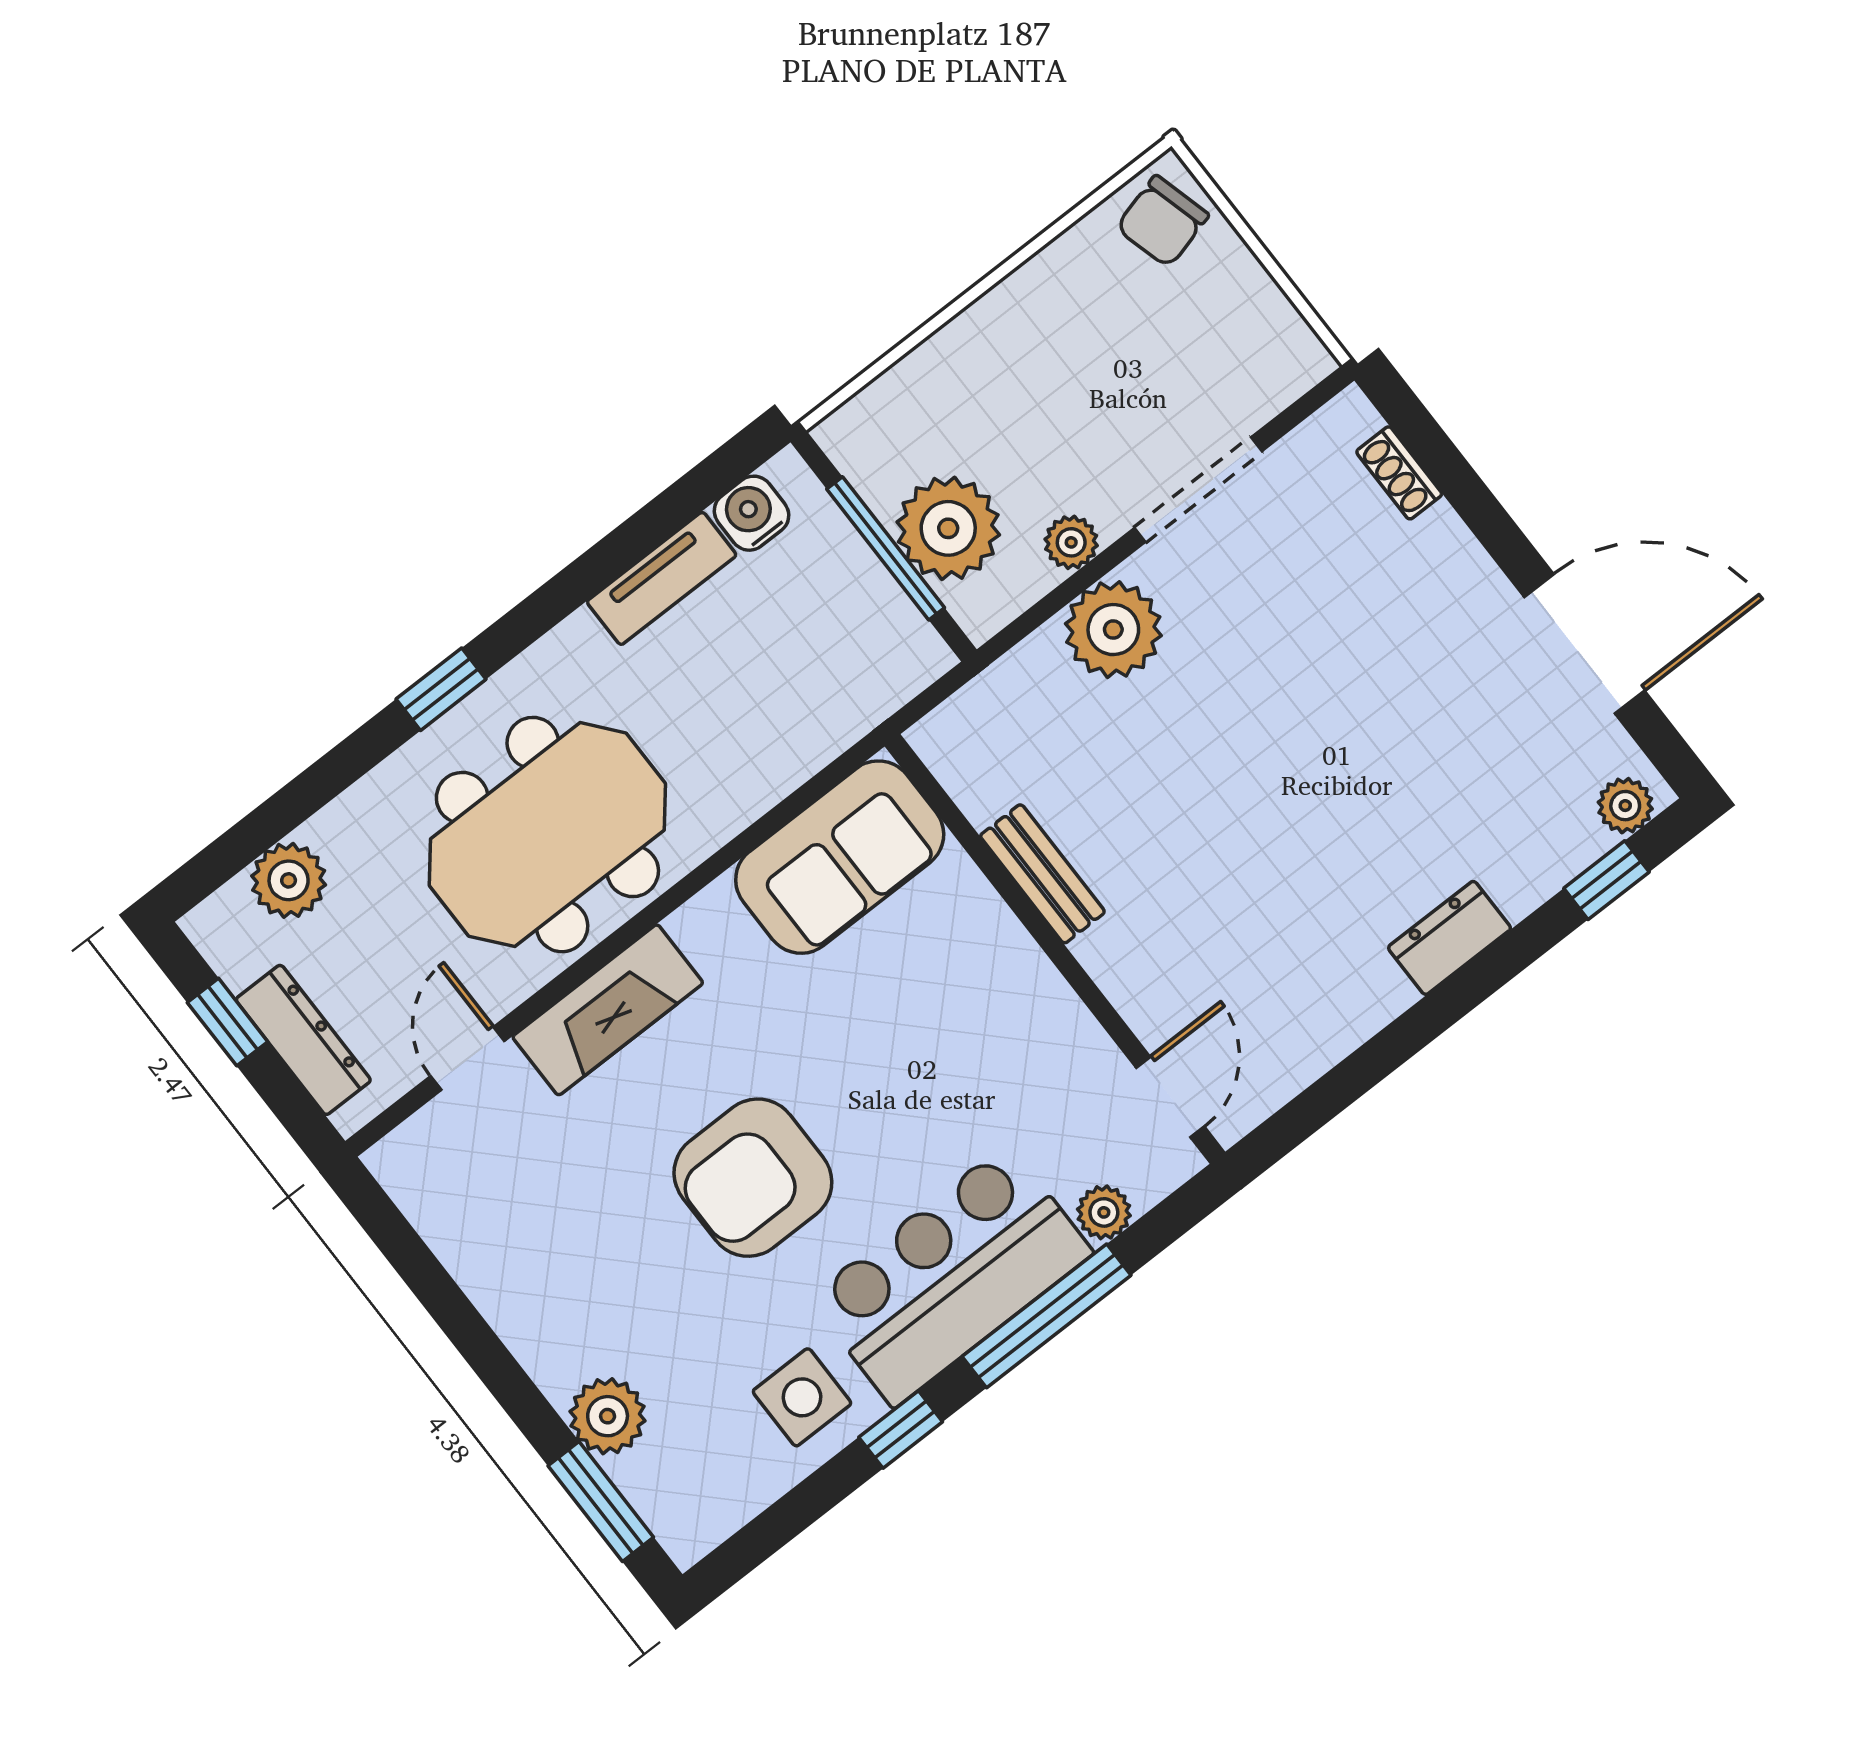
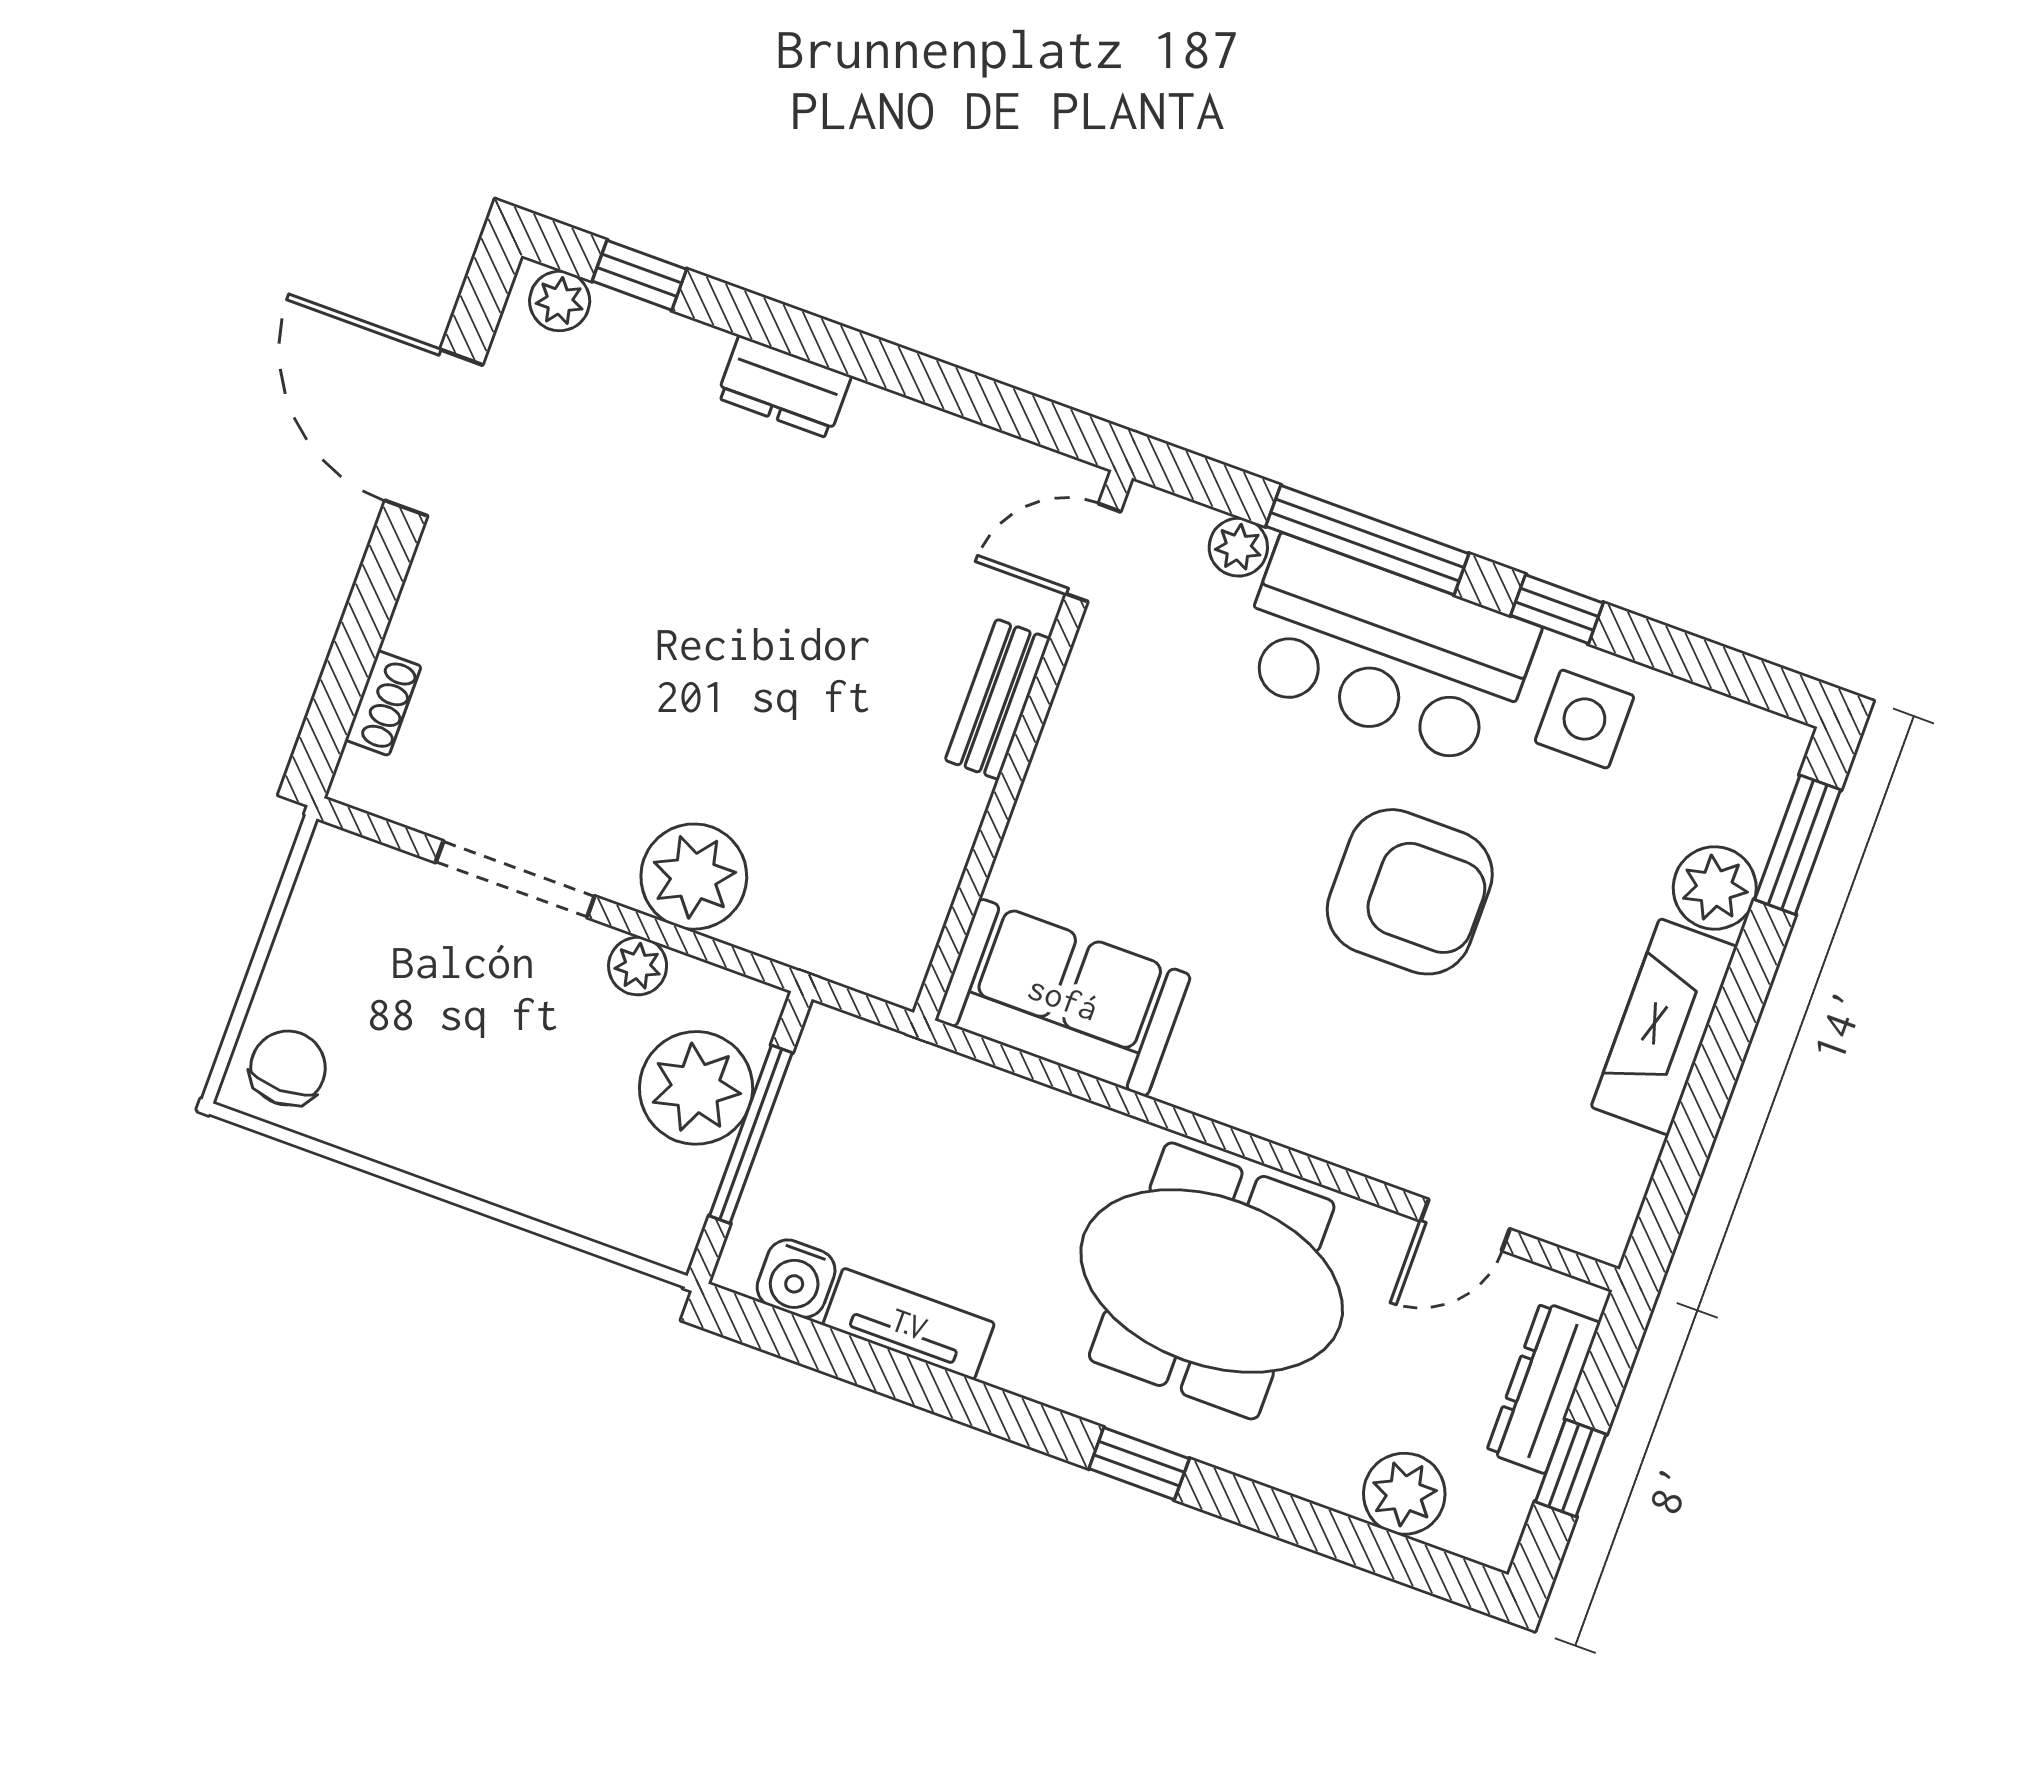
chair: (1162, 221) -> (288, 1068), turned -75
bench: (1042, 874) -> (998, 699), moved
fireplace: (608, 1010) -> (1664, 1027), moved, turned -90

